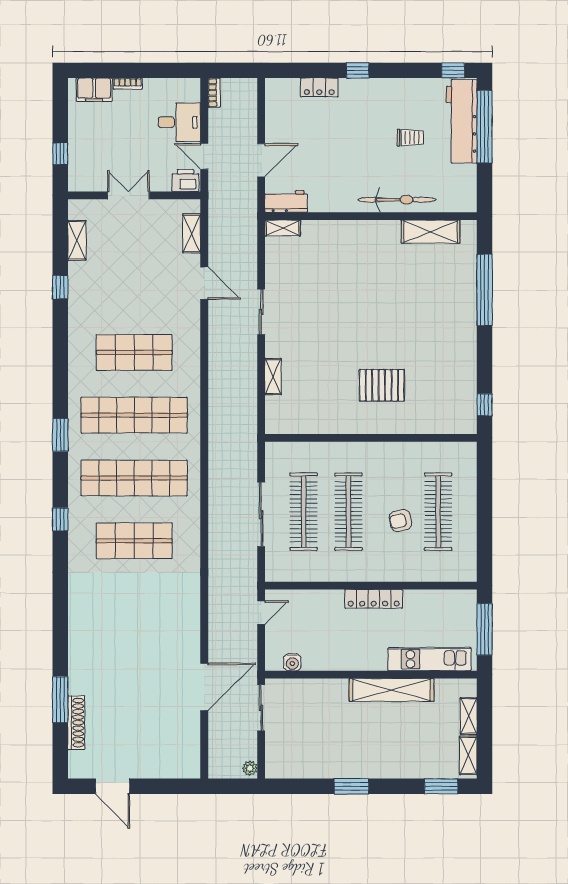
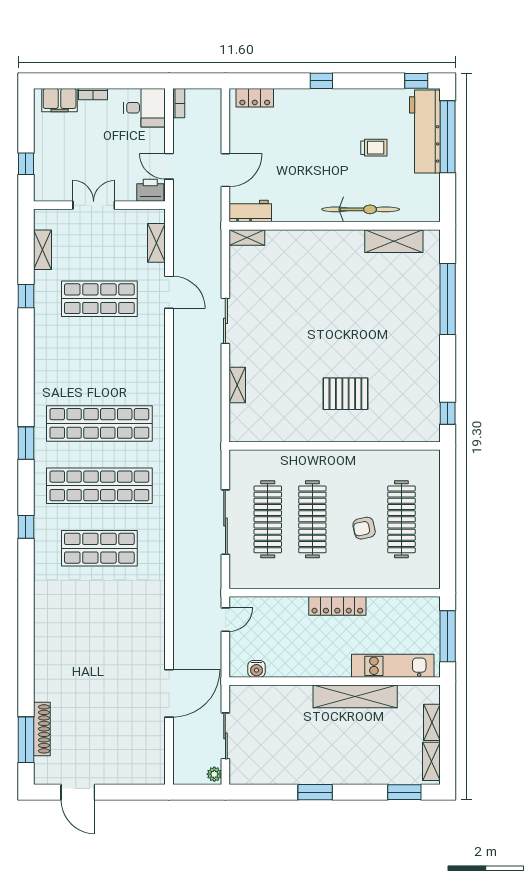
locker: (319, 87) -> (255, 98), moved
desk: (179, 122) -> (144, 108), moved
shop shelf: (134, 352) -> (99, 299), moved
window: (60, 700) -> (26, 740), moved
sliding door: (261, 708) -> (225, 736), moved

